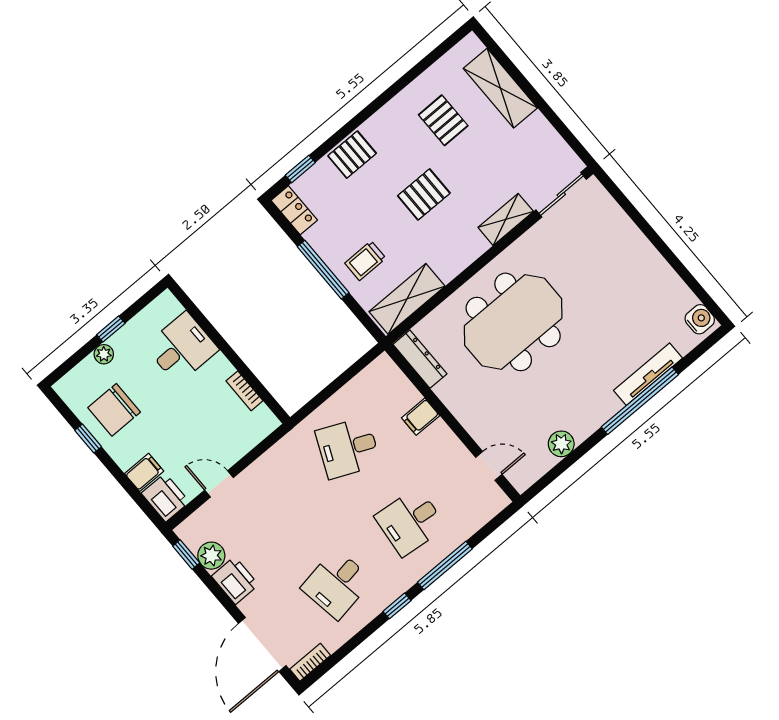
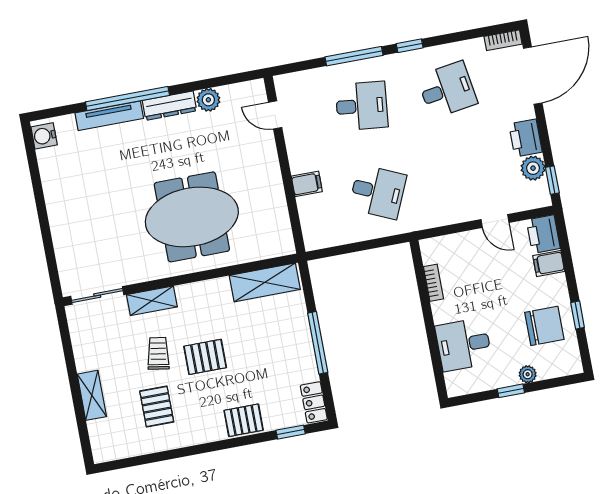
shelving: (500, 88) -> (92, 395), width x0.67, depth x0.75
trolley: (365, 261) -> (158, 353), moved, turned -81
dresser: (420, 359) -> (169, 106), moved, turned -90

